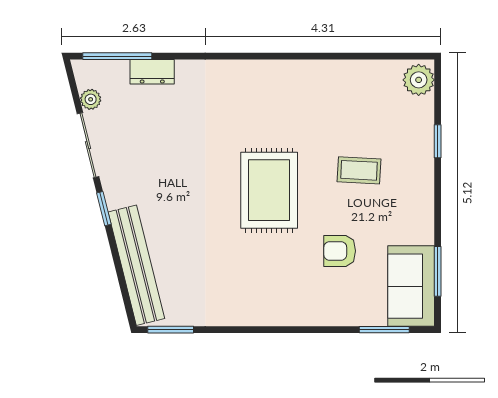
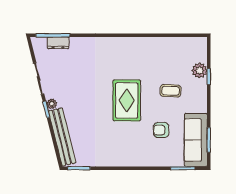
dresser: (152, 72) -> (58, 43), moved
plant: (419, 80) -> (200, 71), moved
plant: (91, 99) -> (52, 104), moved
sofa: (411, 286) -> (196, 140), width x1.36

